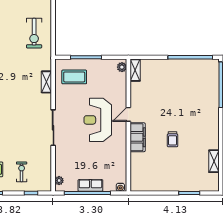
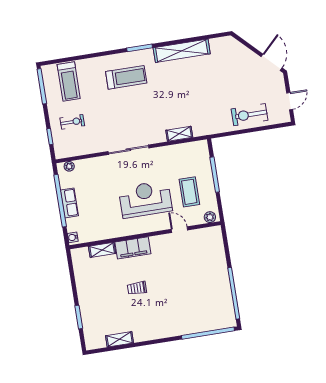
exercise bike: (34, 33) -> (250, 115), moved
shelving: (135, 70) -> (102, 250), moved
coffee table: (74, 77) -> (189, 192), moved
door: (128, 114) -> (179, 230), moved

